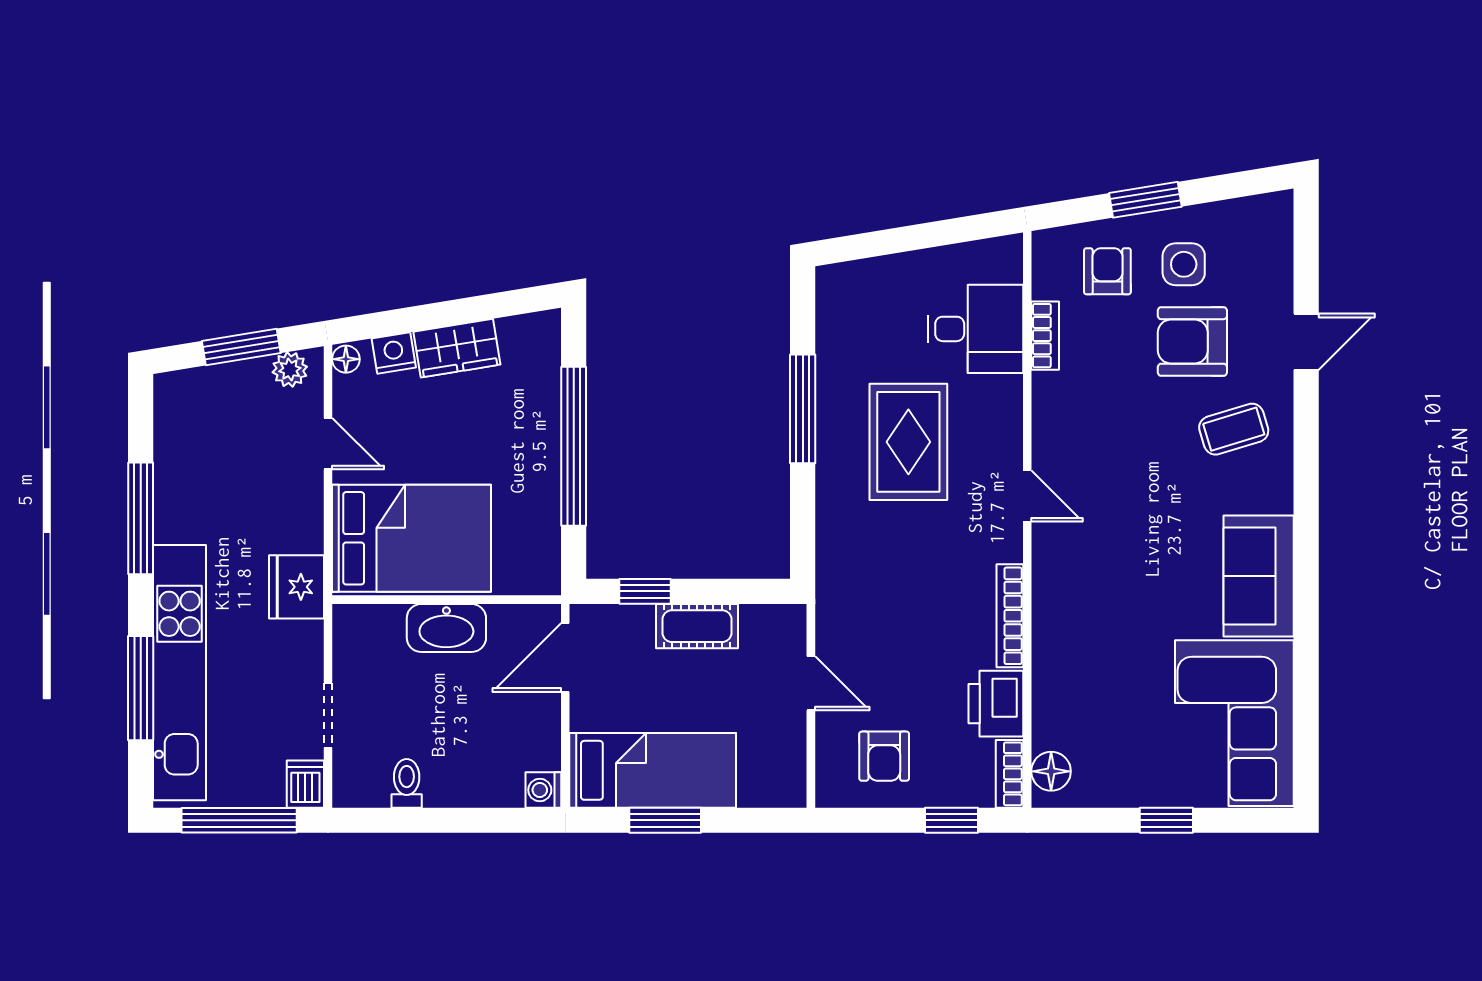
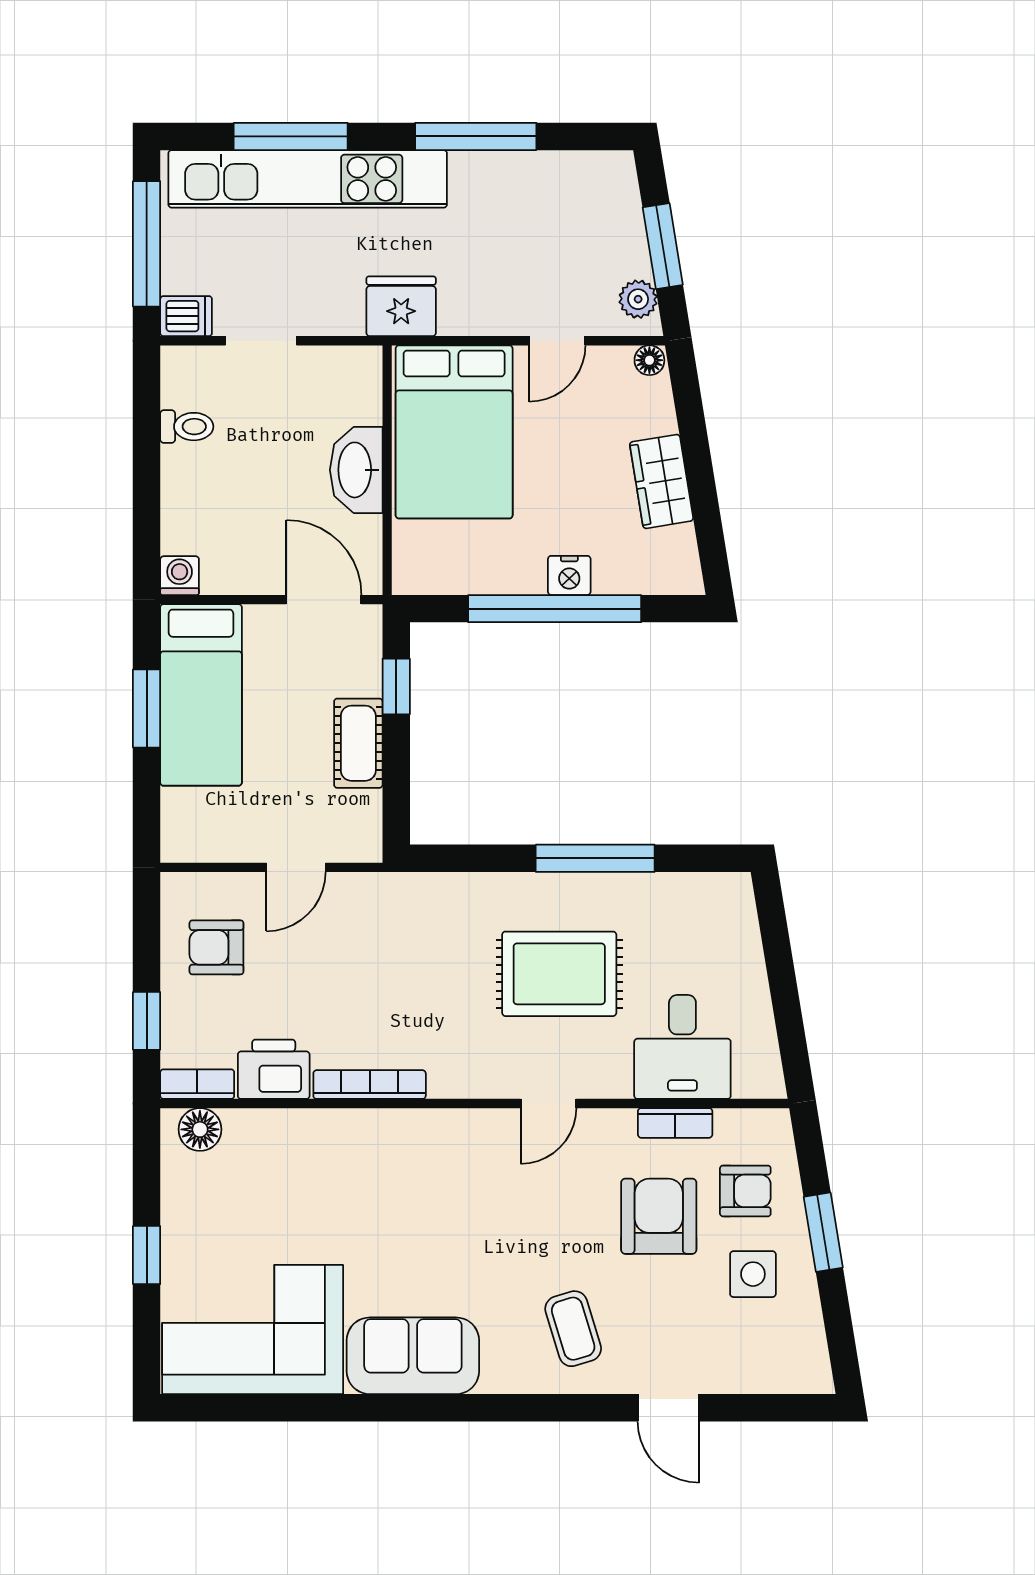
armchair: (1192, 341) -> (659, 1216), moved
nightstand: (394, 353) -> (569, 575), moved, turned 99
door: (1027, 496) -> (548, 1103), moved

